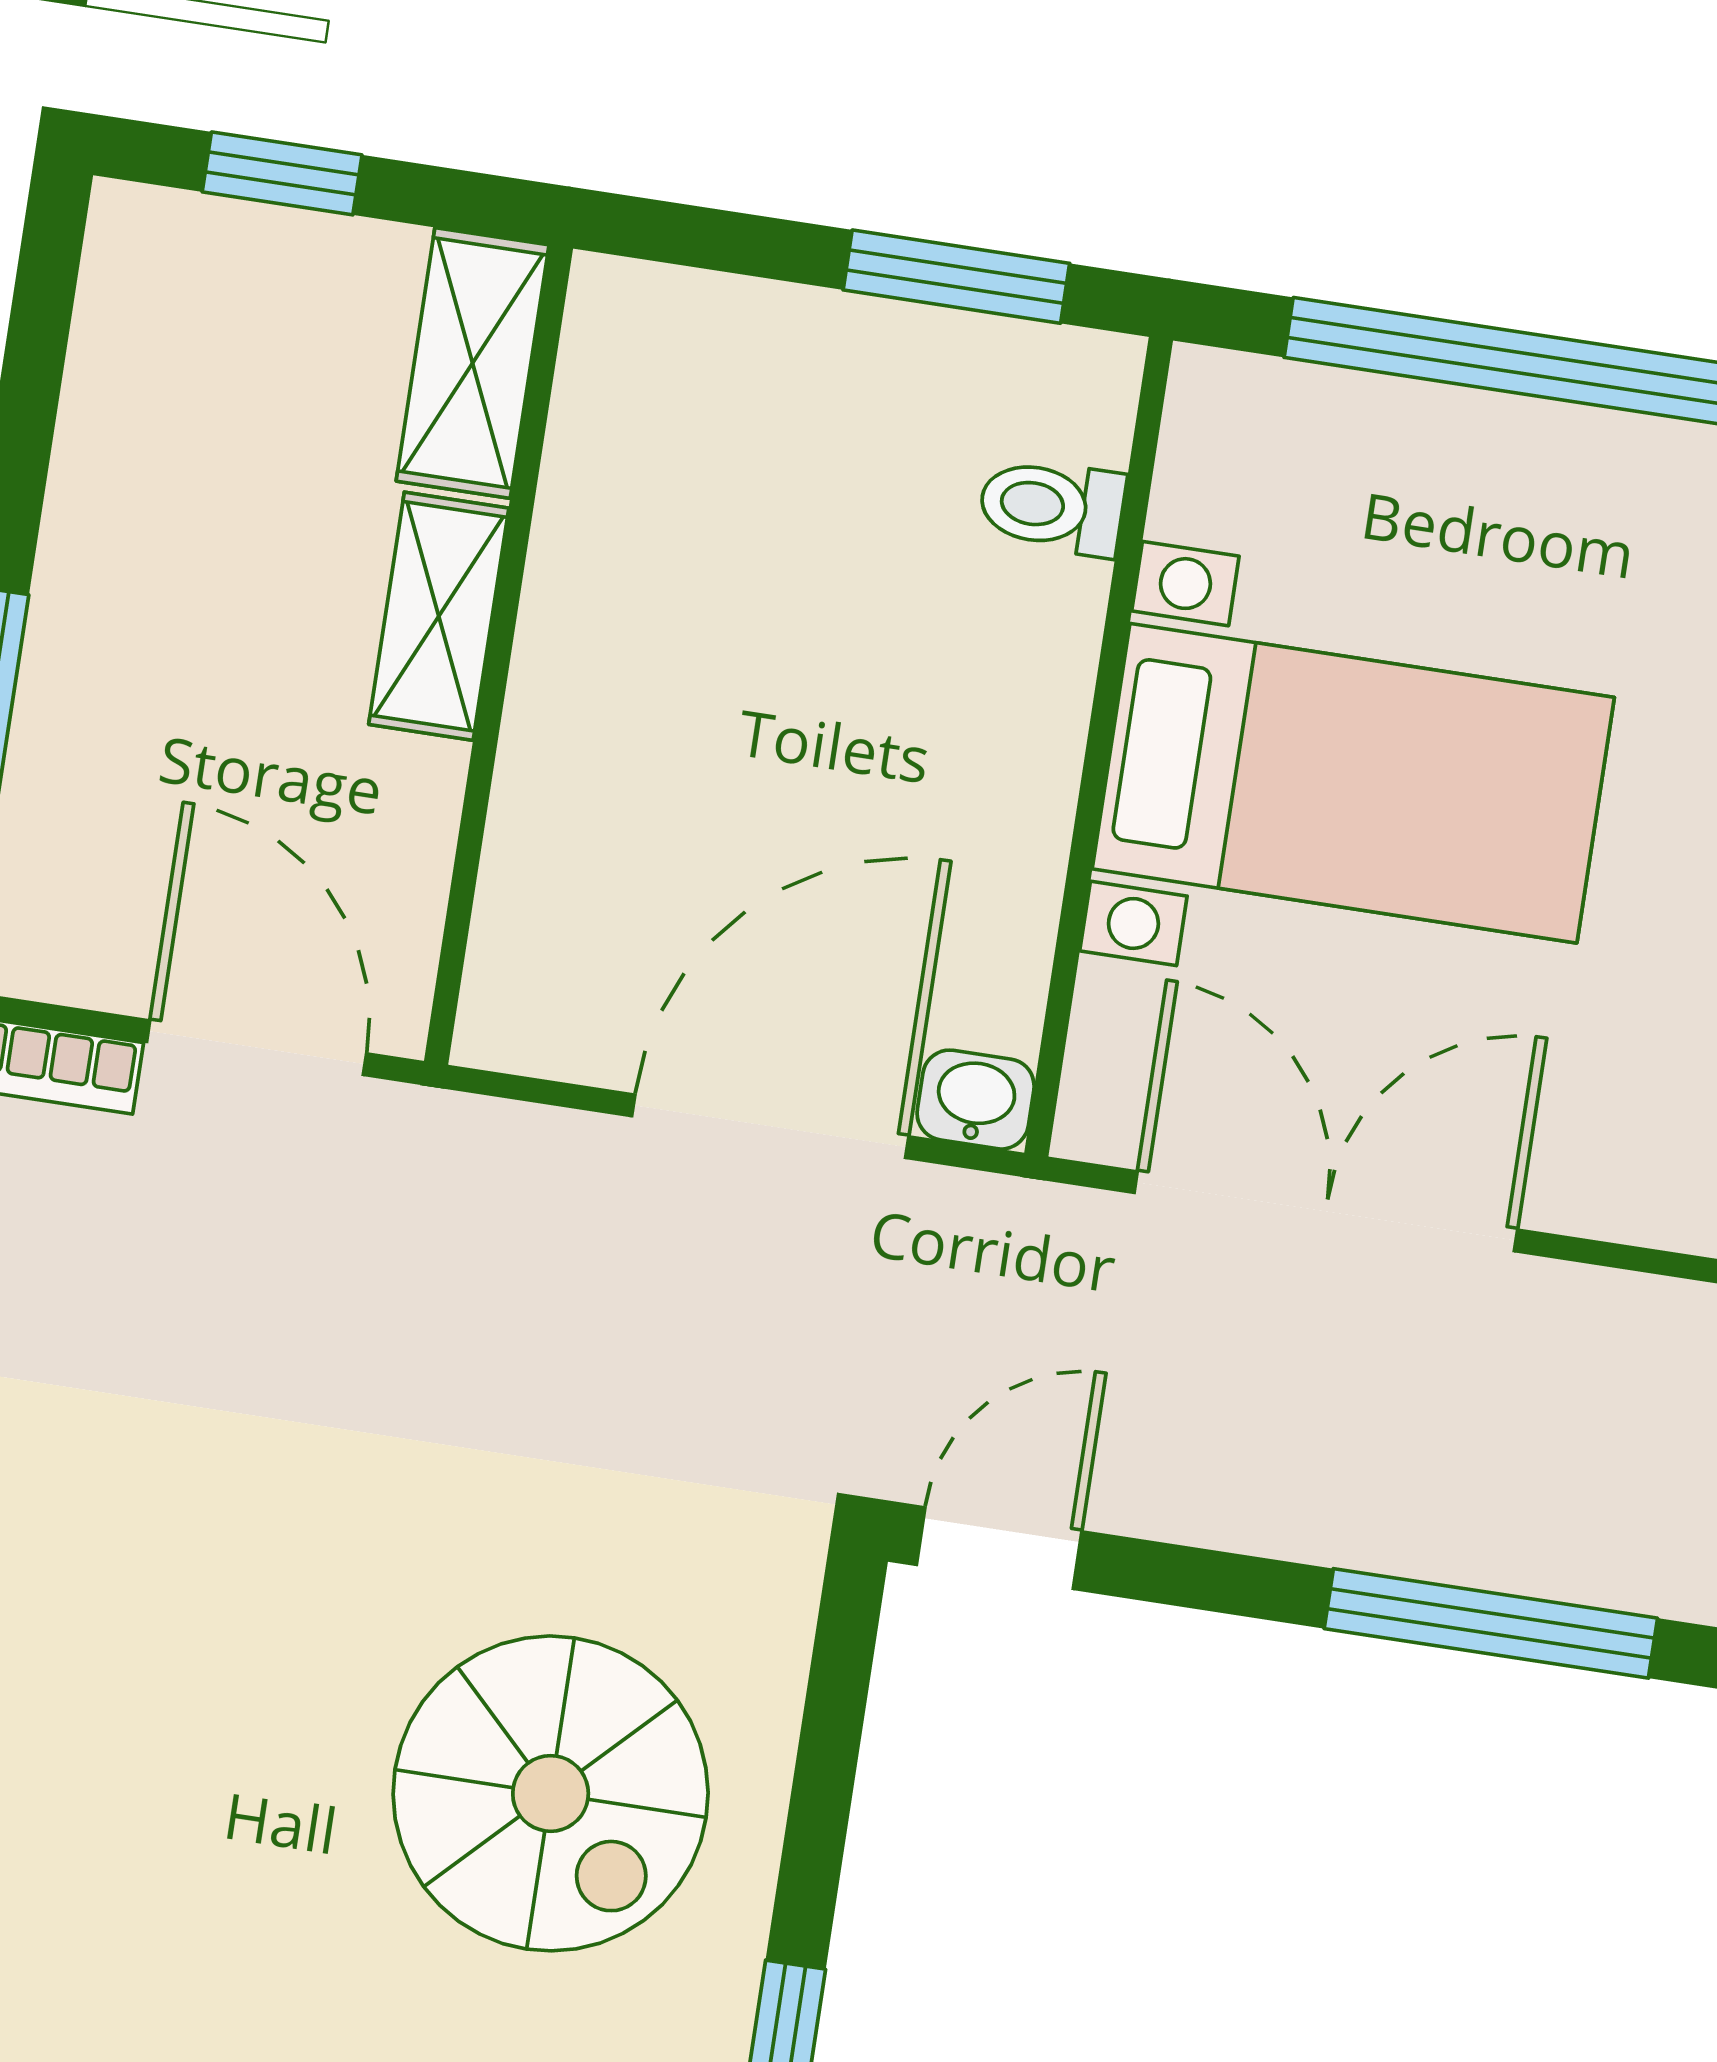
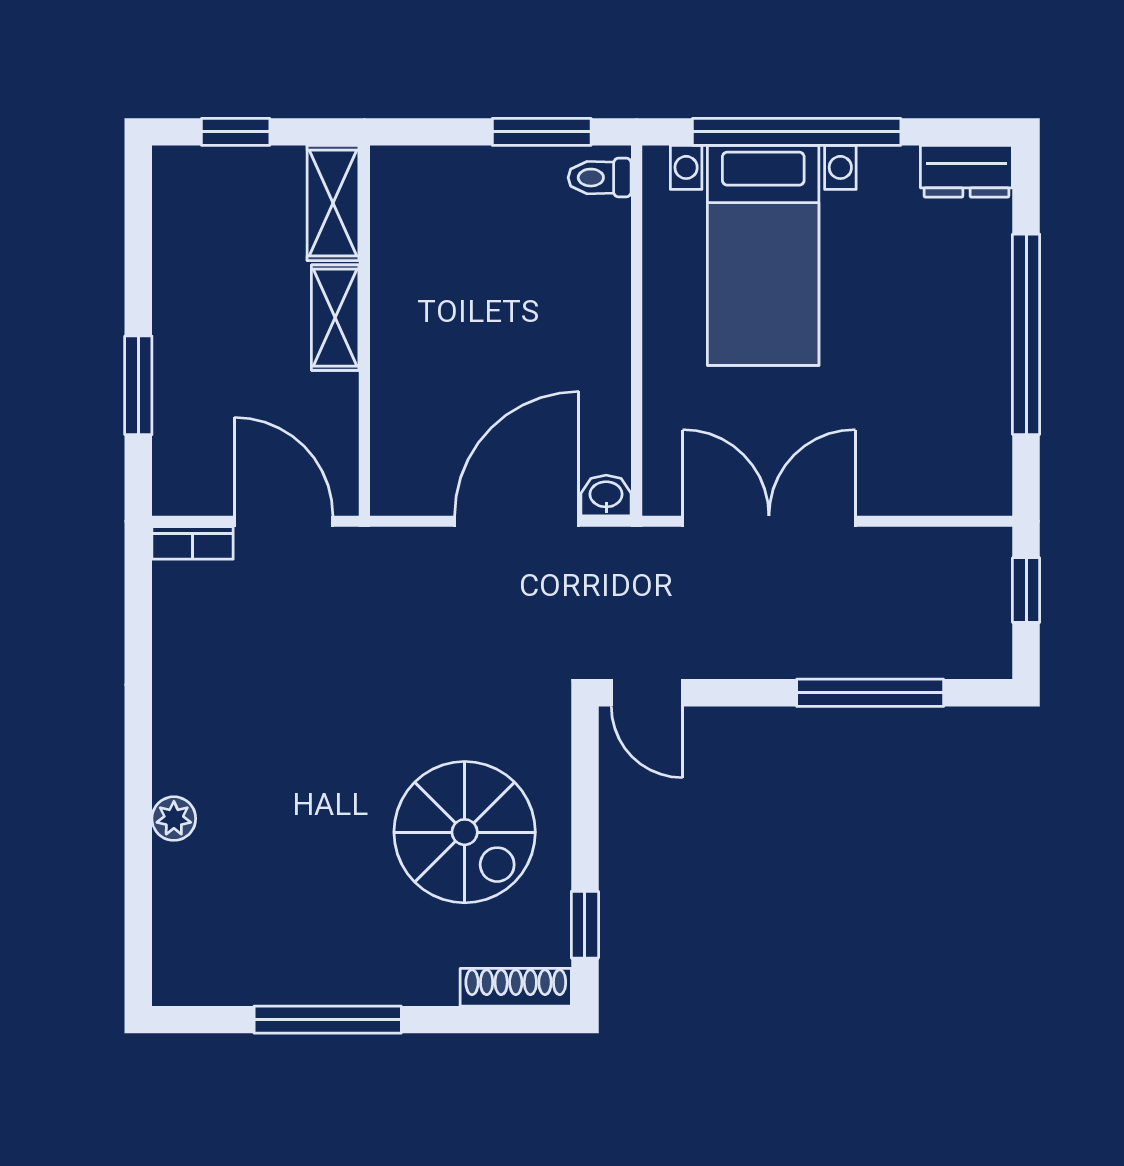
toilet: (1052, 507) -> (600, 178), moved
bed with nightstands: (1353, 783) -> (763, 255), moved, turned 90
door: (999, 1548) -> (647, 693), swing flipped

